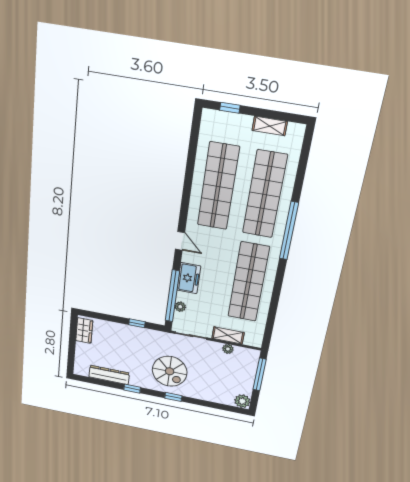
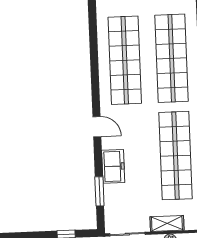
window: (172, 296) -> (99, 191), width x0.47
plant: (180, 307) -> (110, 202), removed

